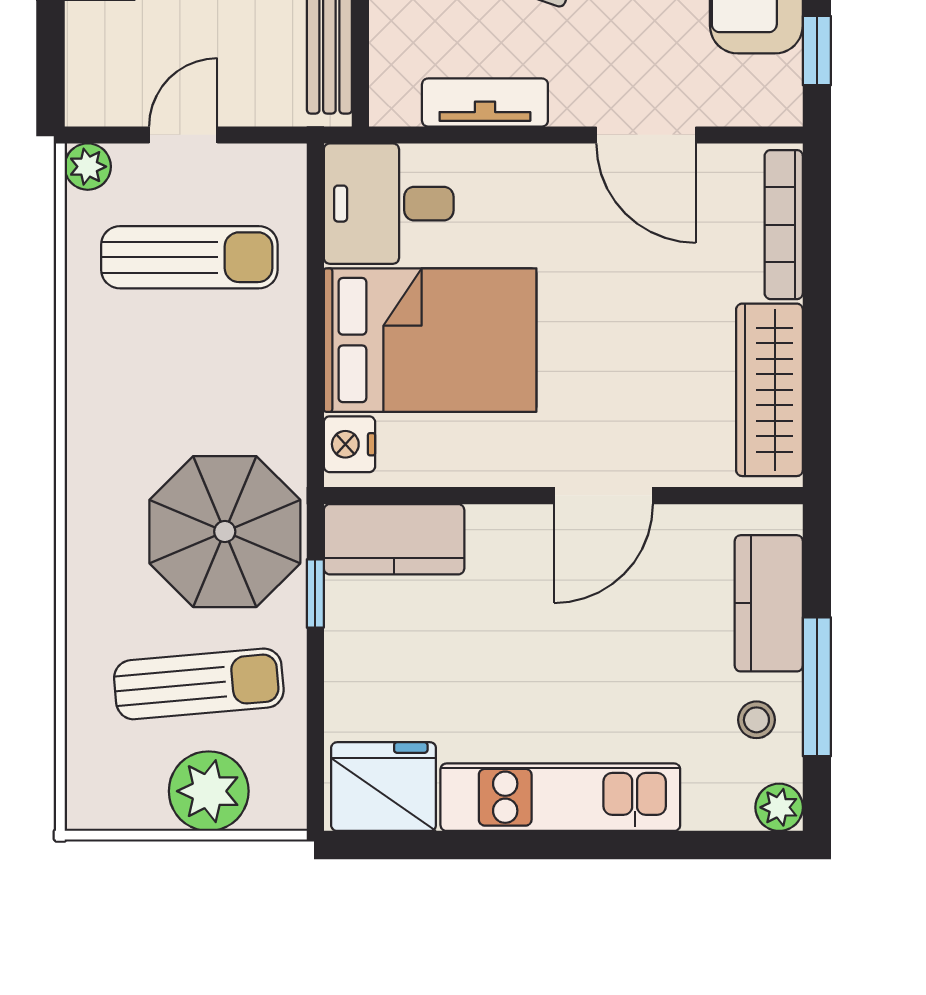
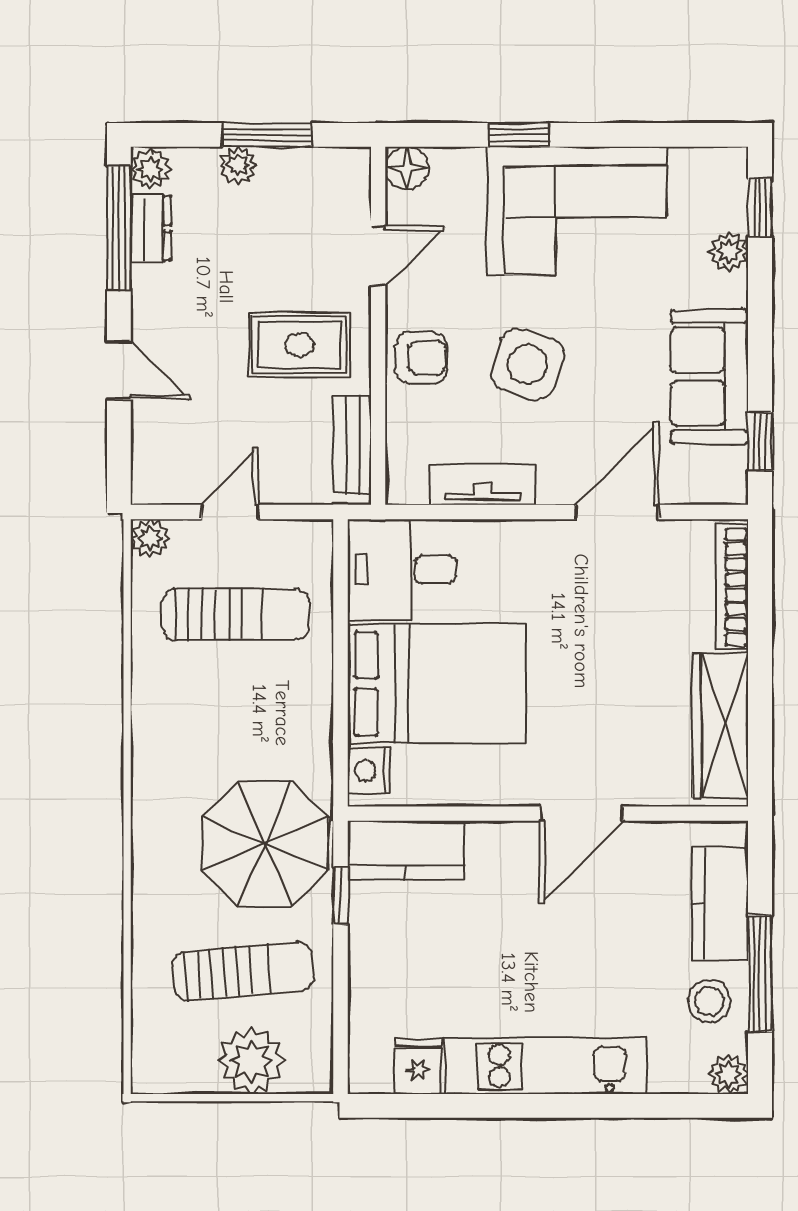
door: (646, 135) -> (617, 512), swing flipped
stool: (756, 720) -> (709, 1001), width x1.37, depth x1.37
fridge: (384, 787) -> (418, 1066), width x0.53, depth x0.75

